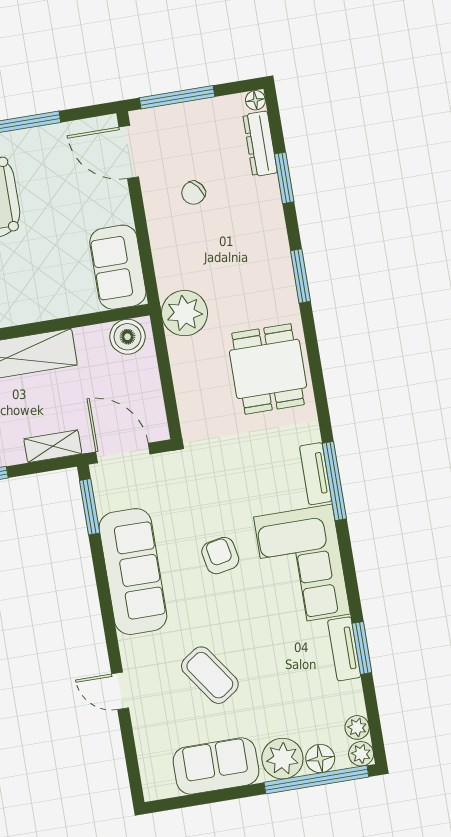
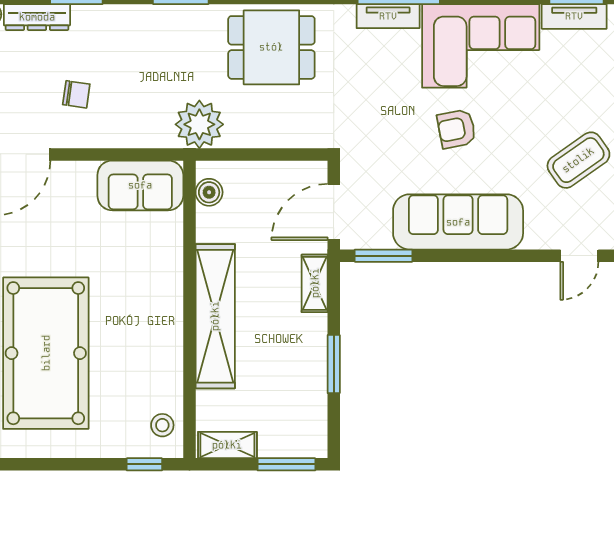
chair: (193, 193) -> (76, 94), turned -45
boiler: (127, 337) -> (209, 192), width x0.73, depth x0.73

